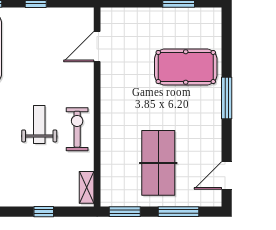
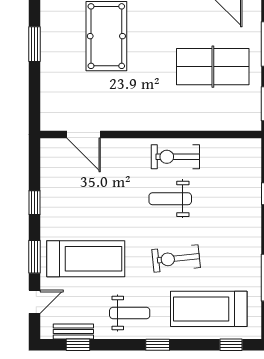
shelving: (87, 187) -> (240, 146), removed

